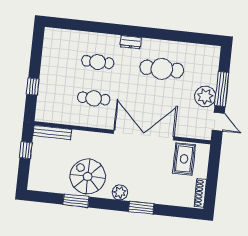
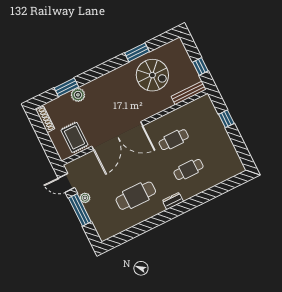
plant: (205, 96) -> (85, 198), width x0.53, depth x0.53
spiral stairs: (88, 176) -> (152, 75), moved
plant: (120, 192) -> (78, 95), moved
window: (141, 208) -> (66, 87), moved

